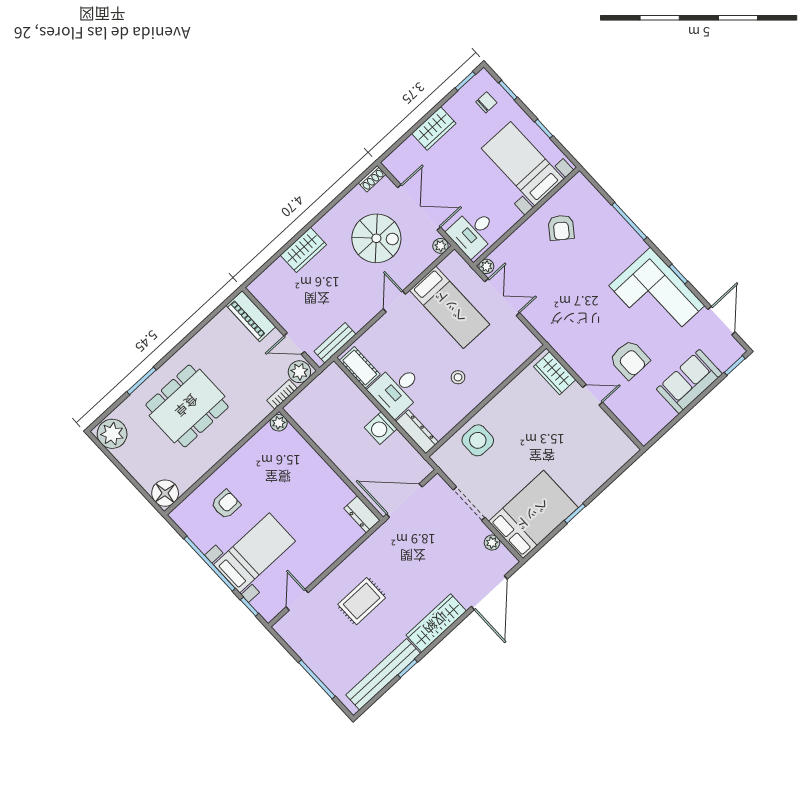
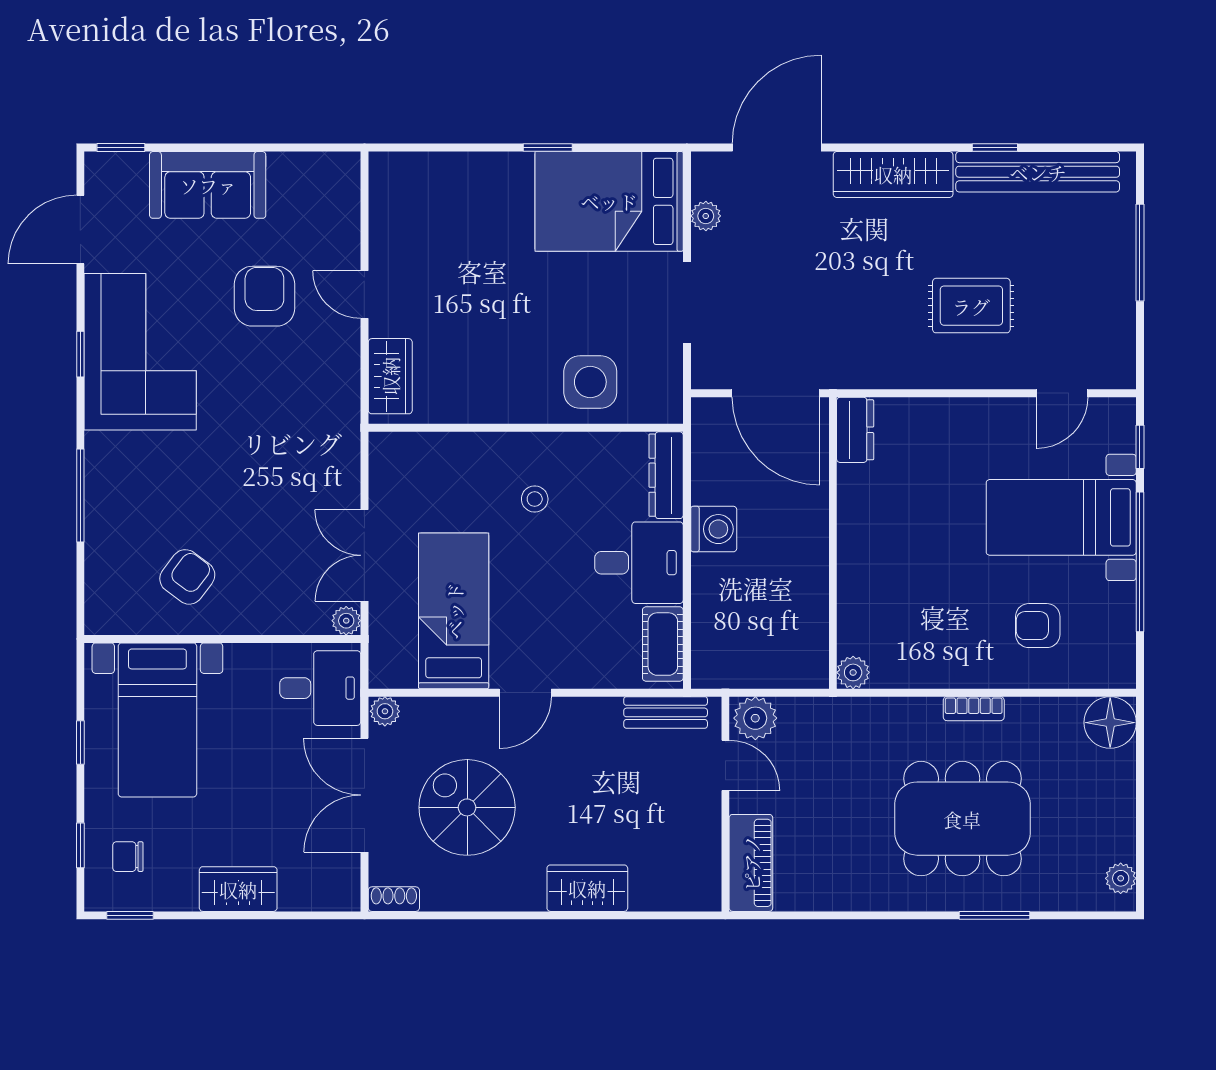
bookcase: (282, 394) -> (974, 709), moved
plant: (112, 434) -> (1121, 878), width x0.53, depth x0.53

